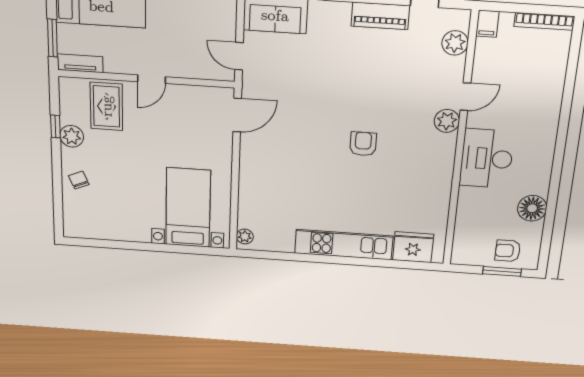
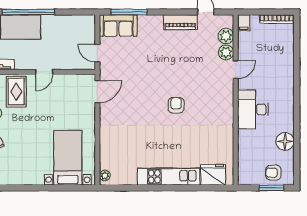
plant: (447, 121) -> (226, 52), moved

